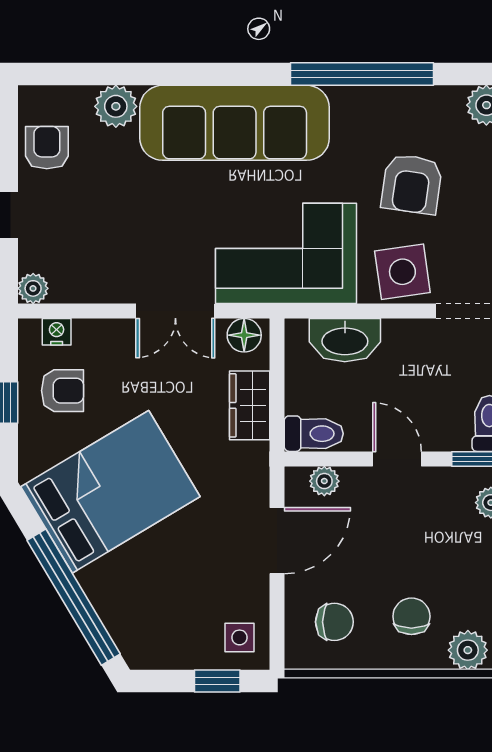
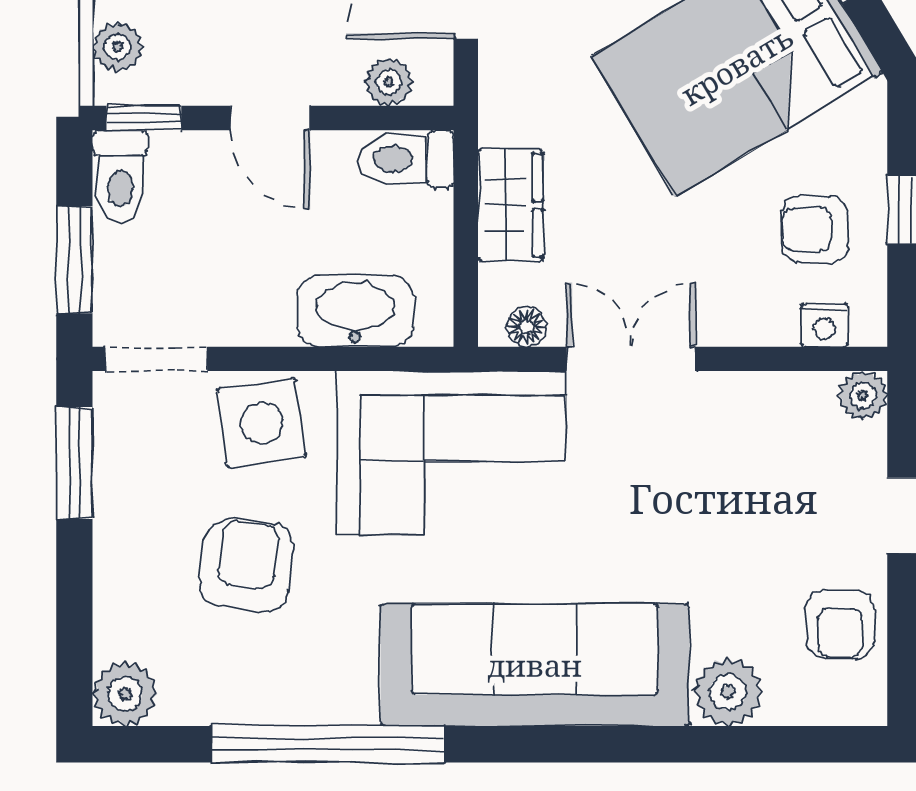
floor lamp: (244, 335) -> (527, 327), width x0.73, depth x0.73

